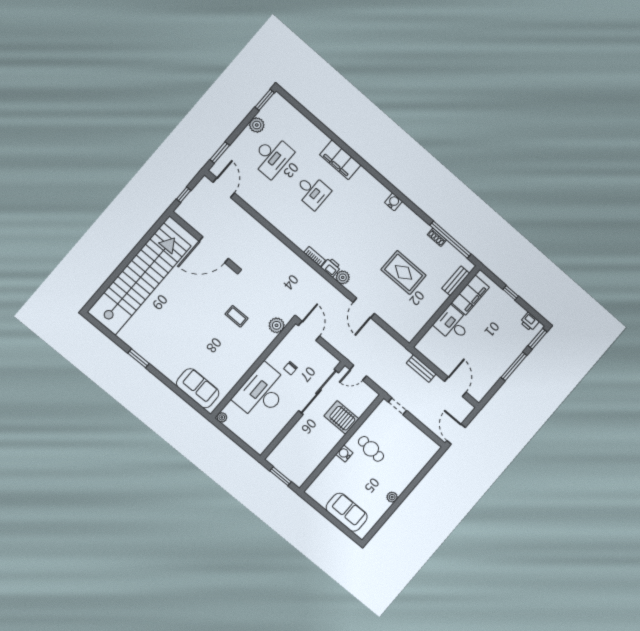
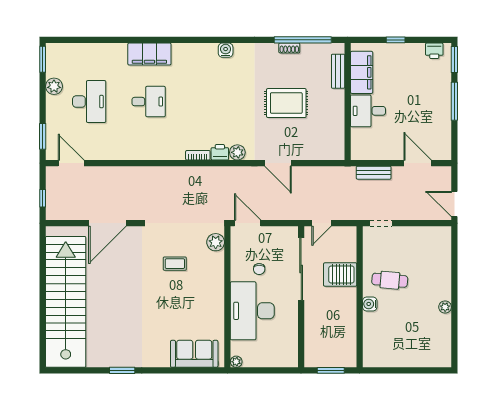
sofa: (347, 512) -> (416, 354), removed

